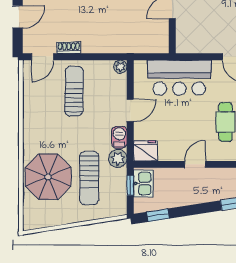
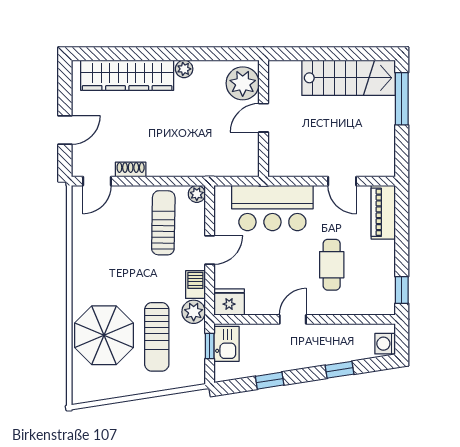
sun lounger: (74, 91) -> (163, 223), moved
window: (158, 215) -> (270, 381), moved

